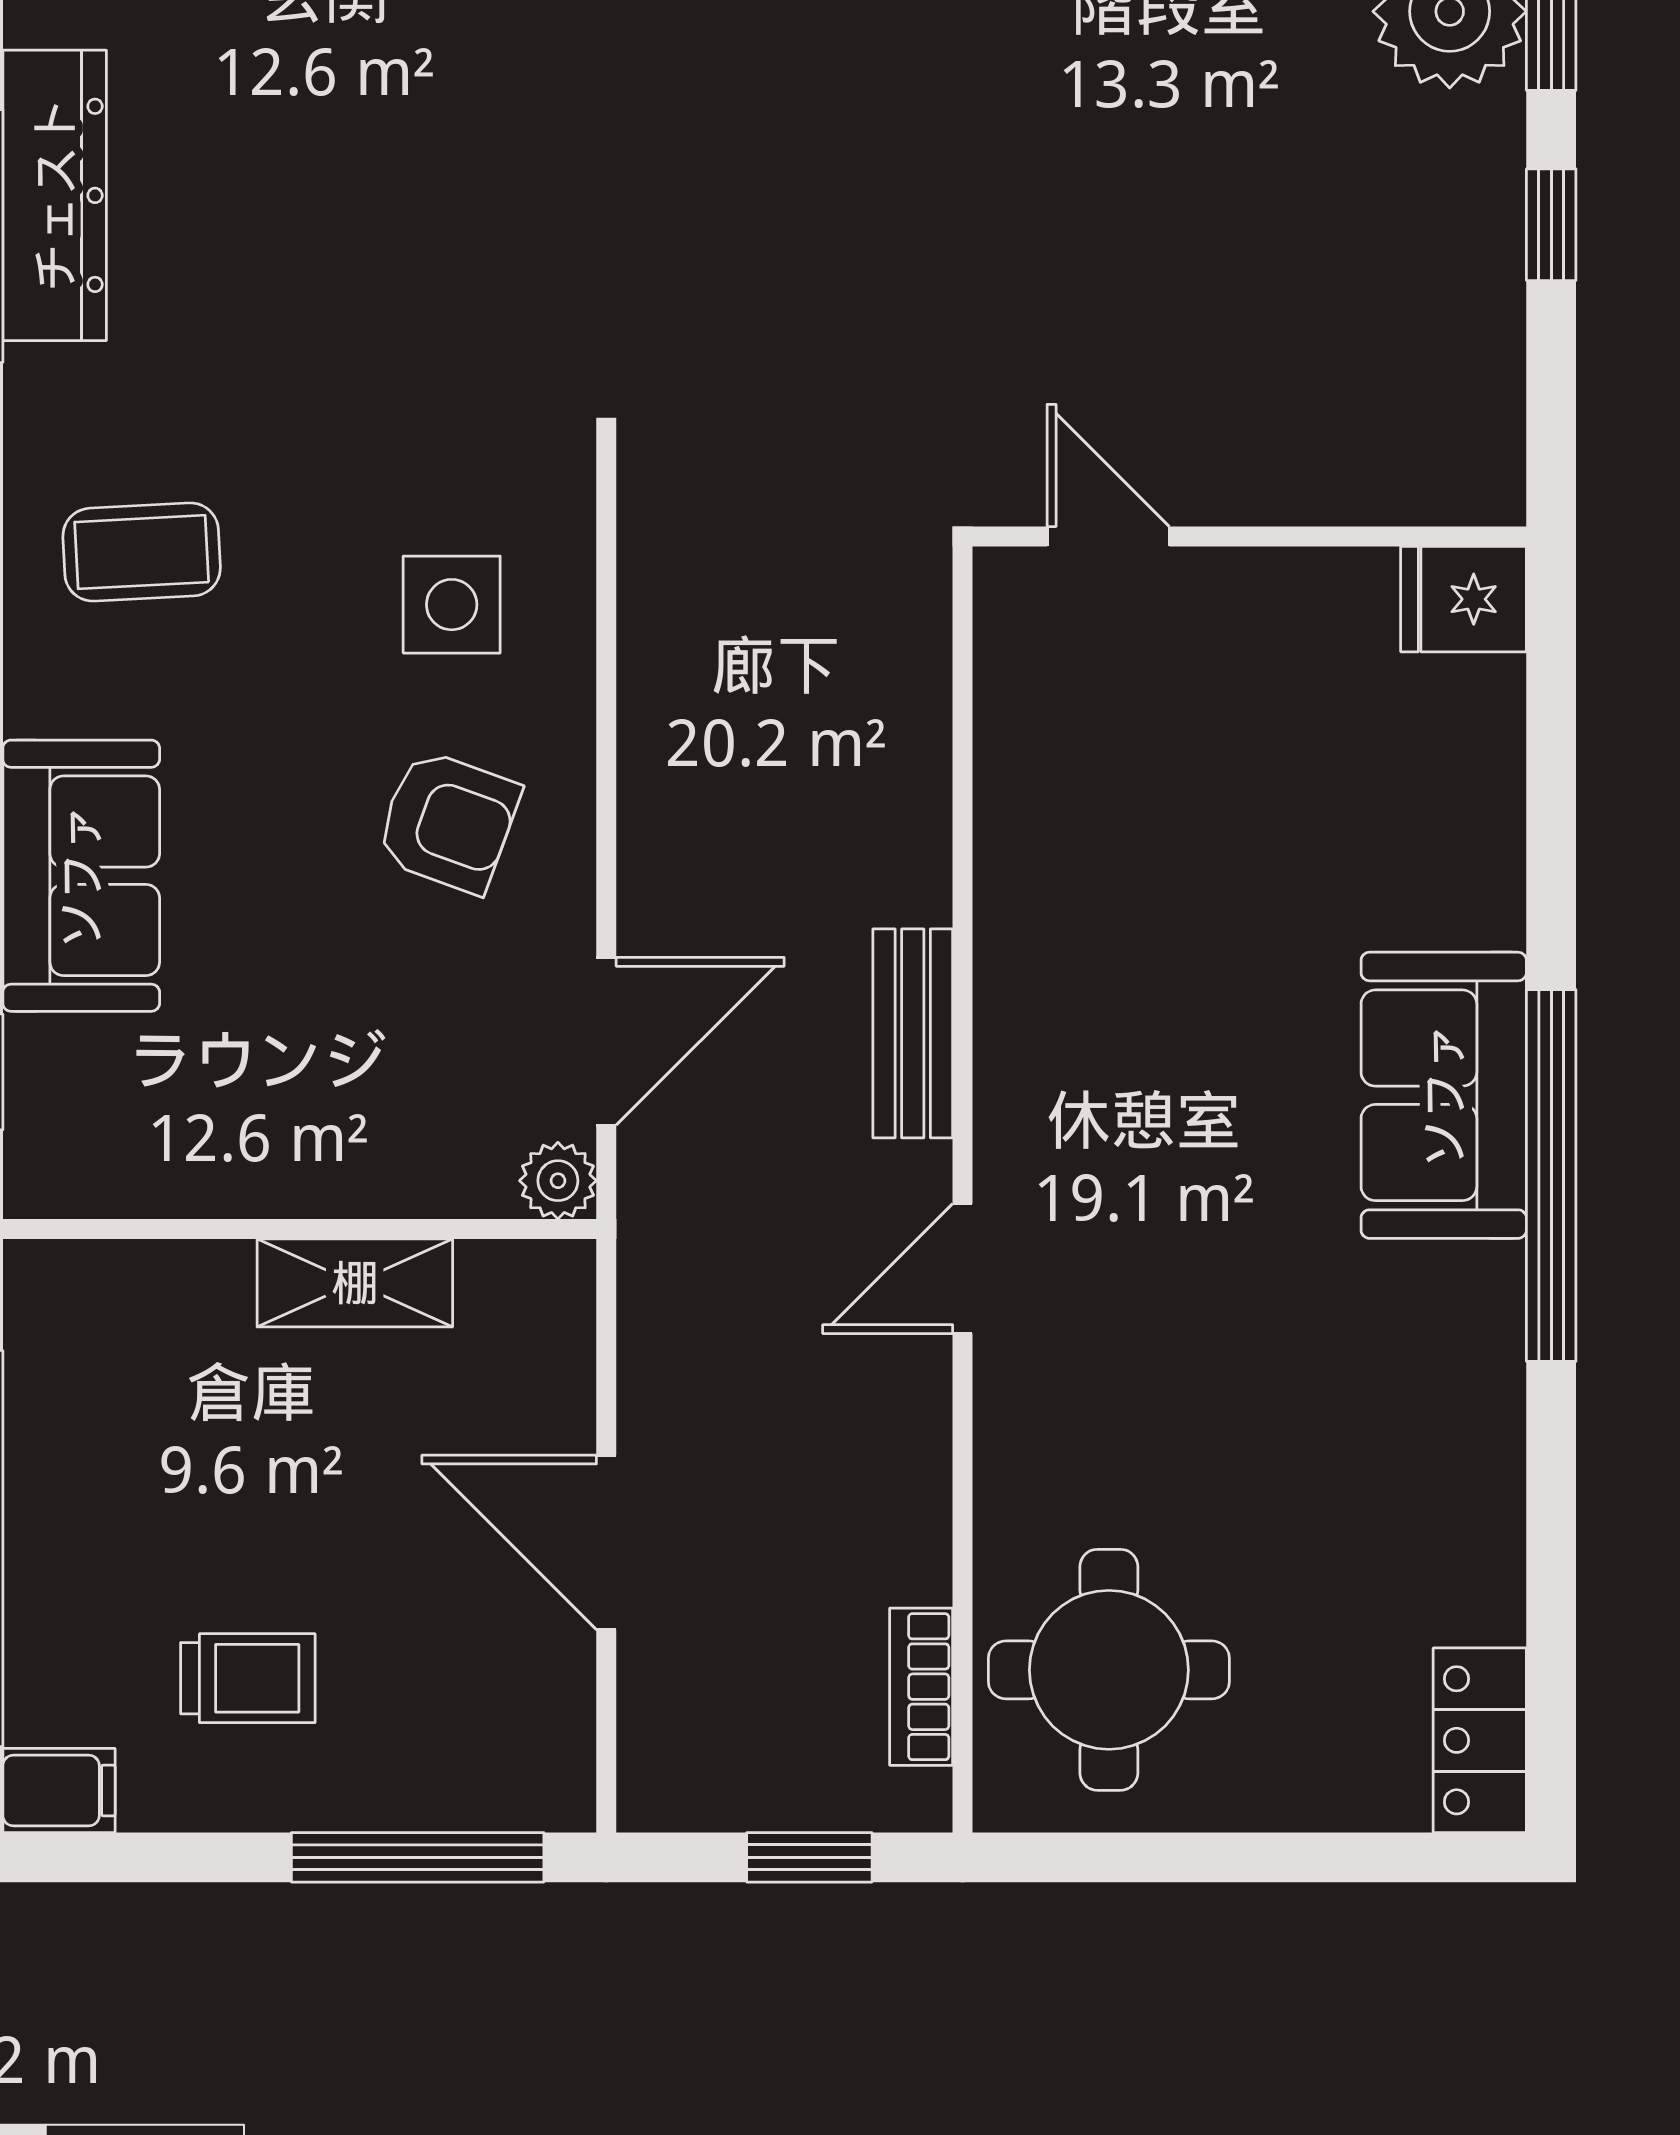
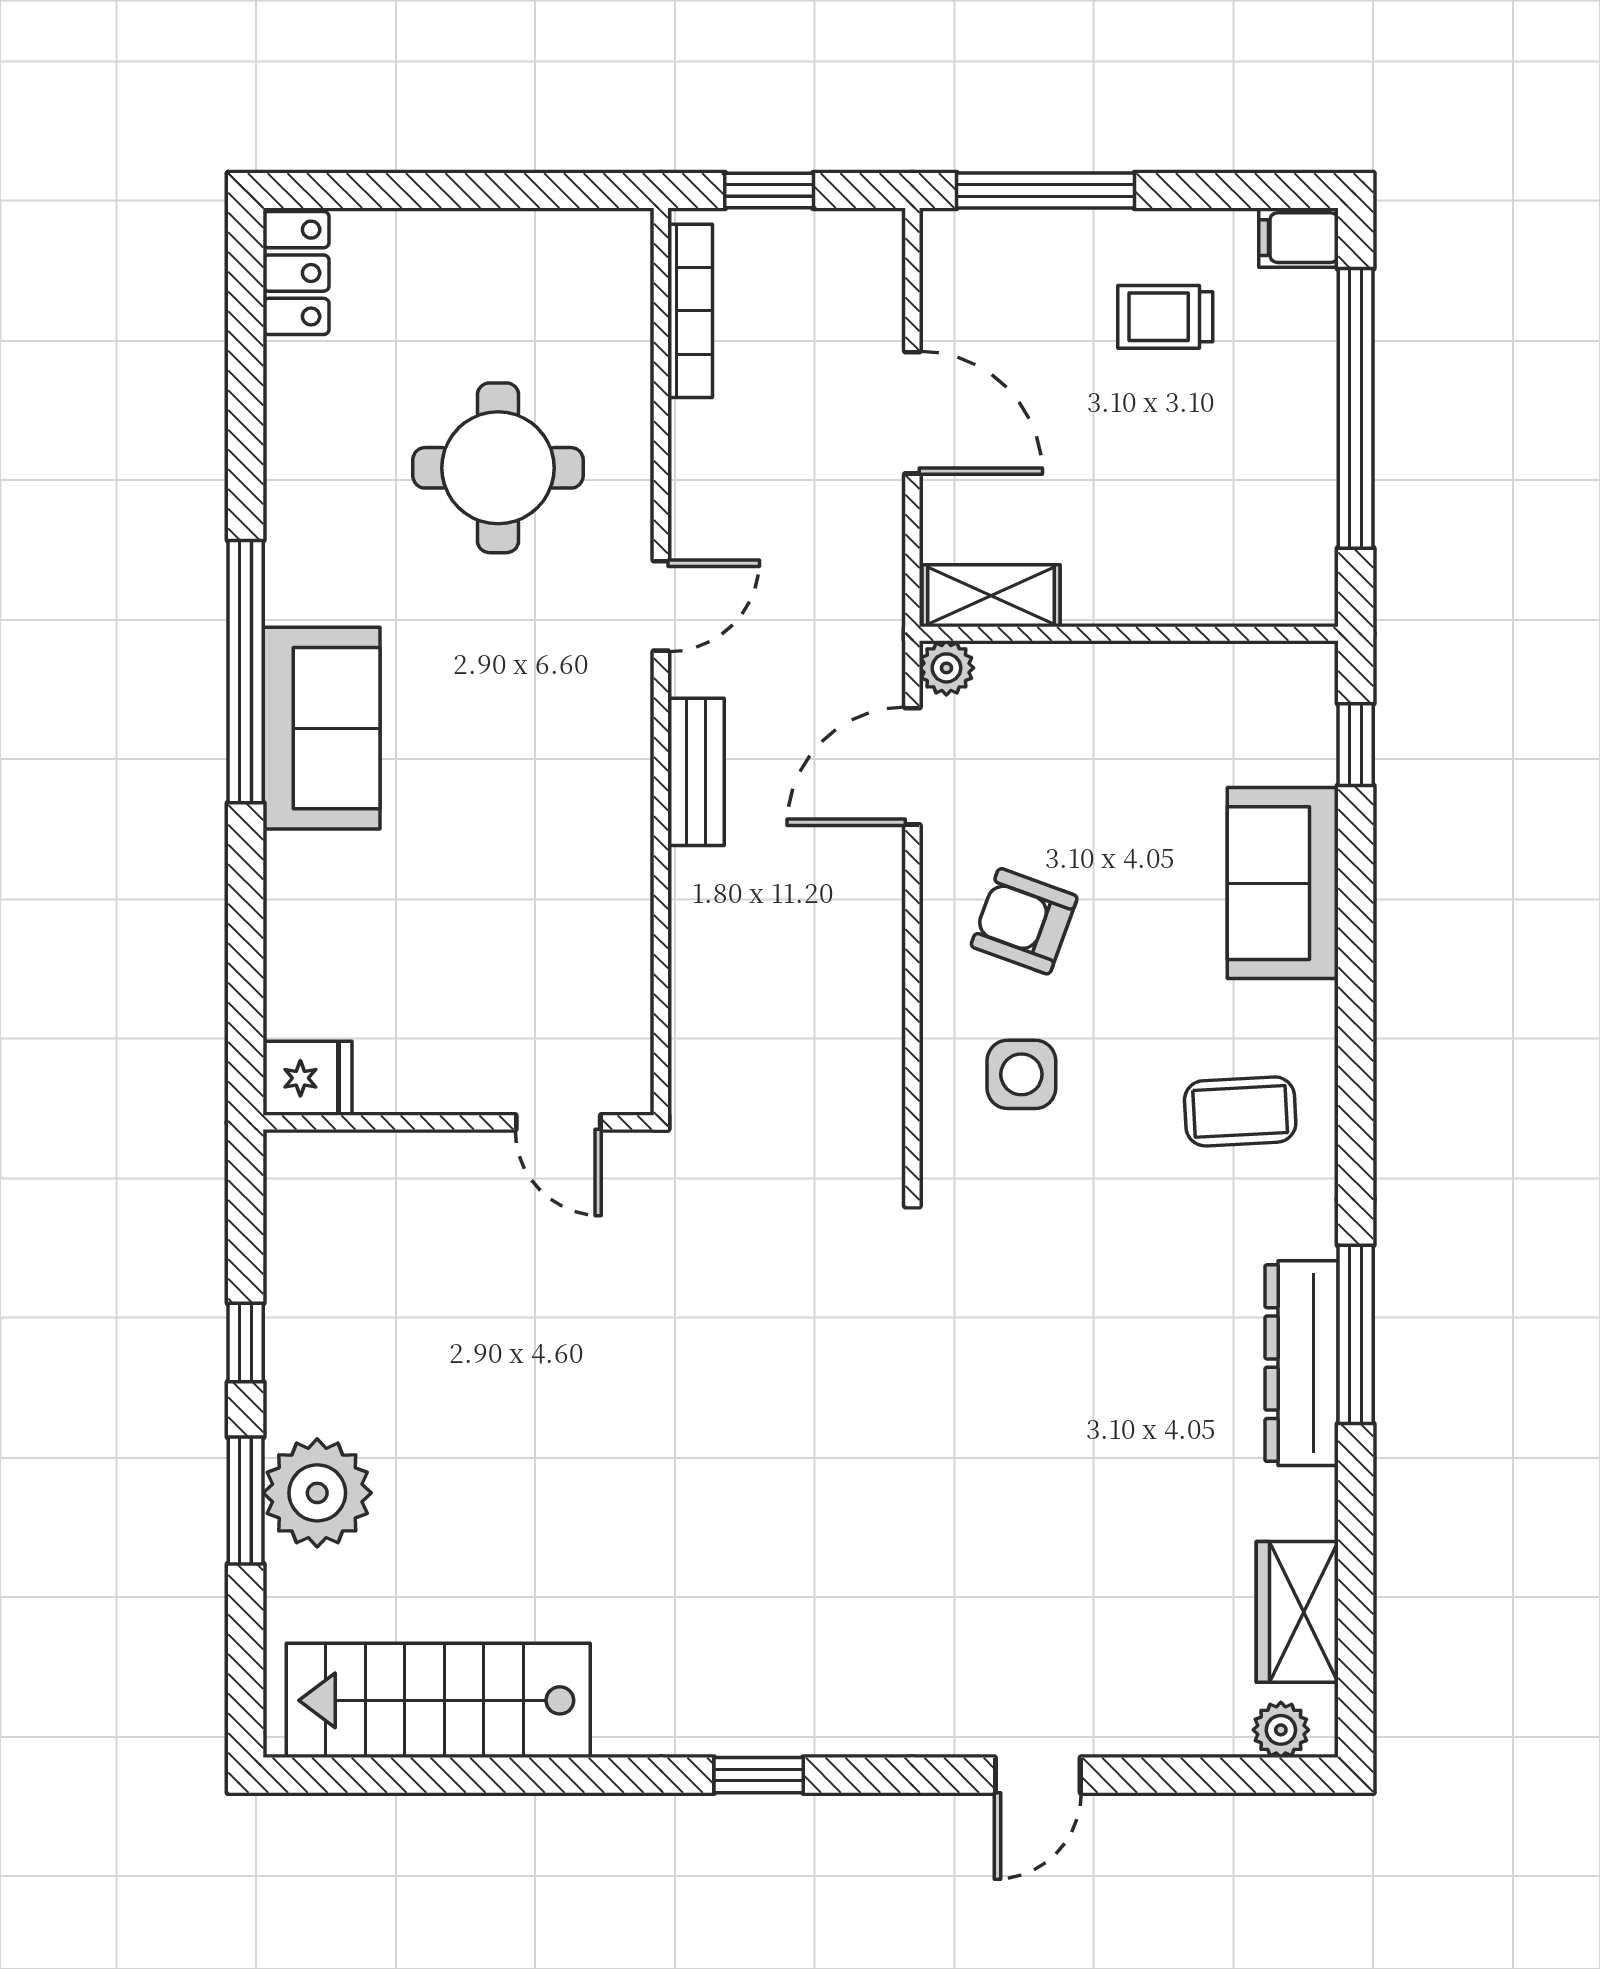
shelving: (355, 1283) -> (991, 596), moved
round table: (1109, 1670) -> (498, 468), moved
bookcase: (921, 1687) -> (690, 311), width x1.56

